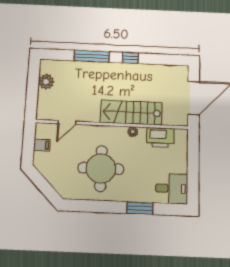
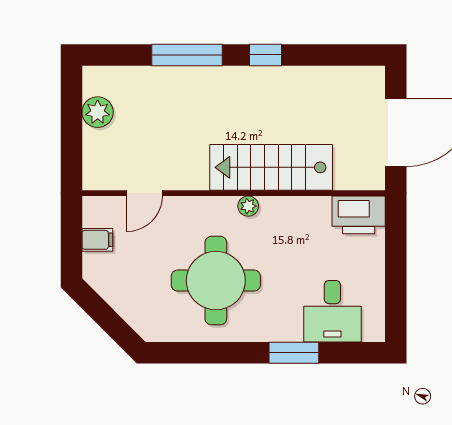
plant: (133, 132) -> (248, 206), moved
printer: (160, 137) -> (359, 215), moved
desk: (172, 189) -> (332, 311), moved, turned 90

